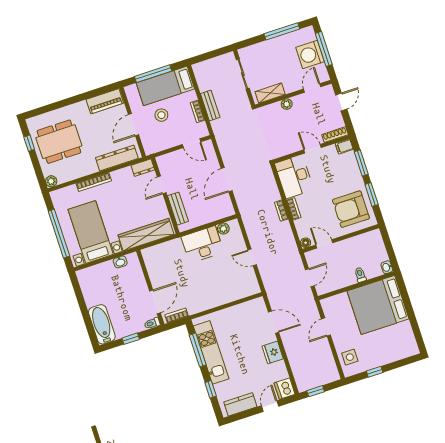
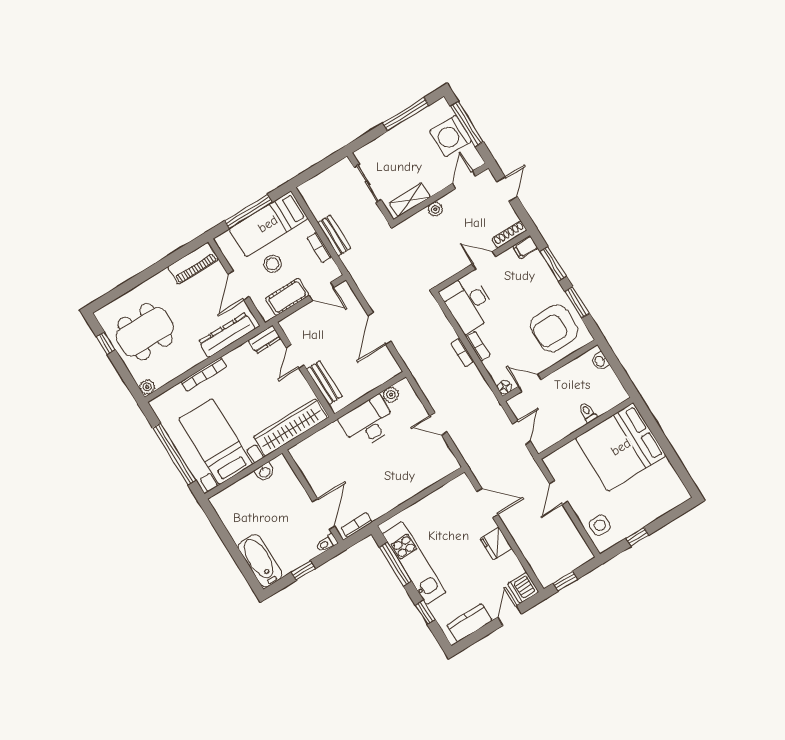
cot: (166, 141) -> (287, 297), added
washbasin: (387, 267) -> (600, 361), moved

